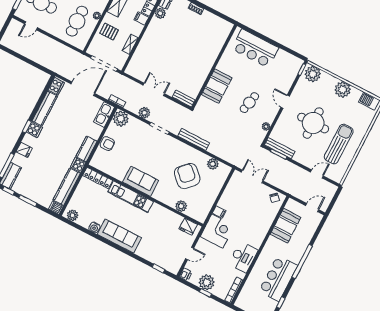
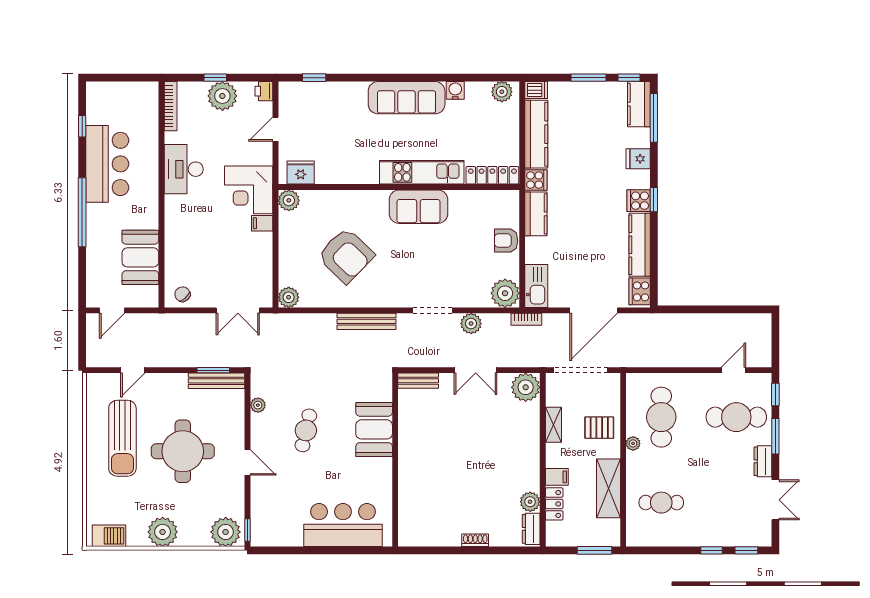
plant: (134, 69) -> (526, 387), added
plant: (213, 164) -> (289, 297), moved
plant: (181, 206) -> (289, 200), moved

